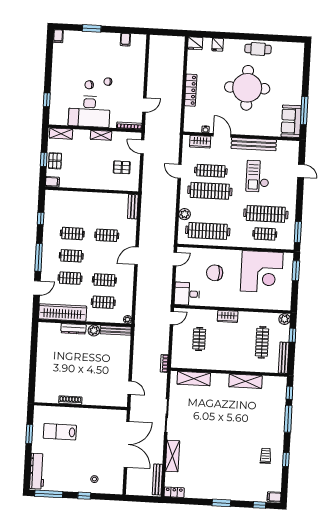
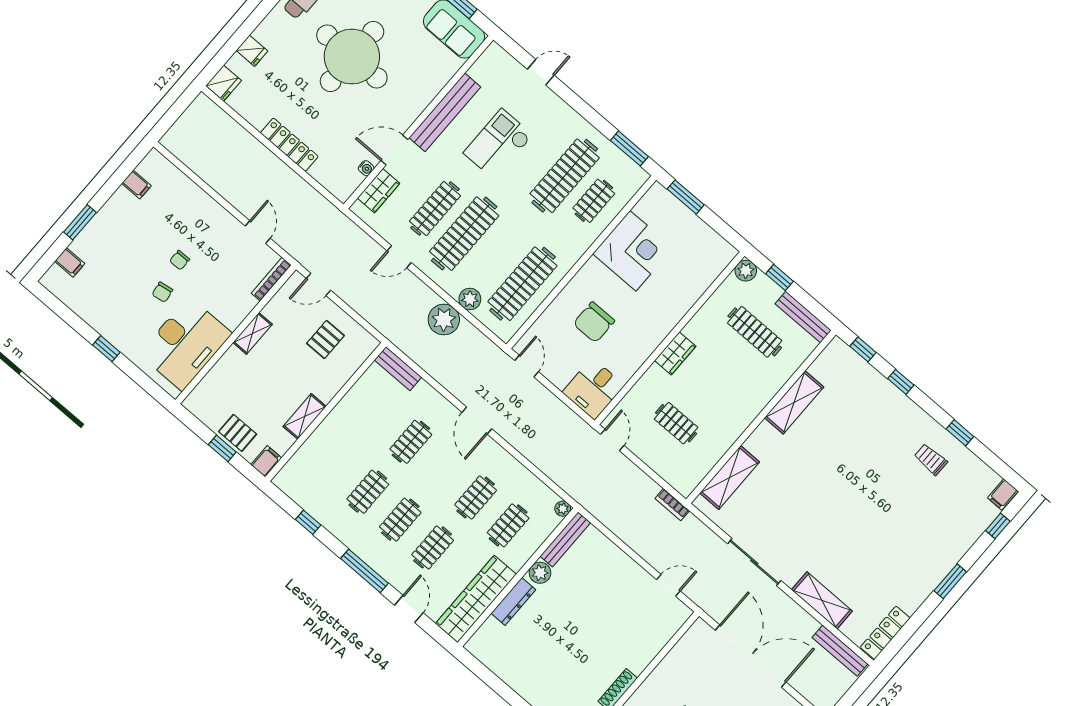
filing cabinet: (58, 36) -> (70, 262), moved
window: (47, 100) -> (106, 349), moved
desk: (89, 111) -> (185, 344), moved
shelving: (61, 134) -> (305, 416), moved
checkout: (258, 176) -> (498, 144), turned 90
plant: (168, 210) -> (444, 320), added
corner desk: (262, 272) -> (633, 251), width x0.74, depth x0.74
window: (288, 419) -> (901, 382), width x0.46
locker: (174, 492) -> (885, 633), width x1.53

